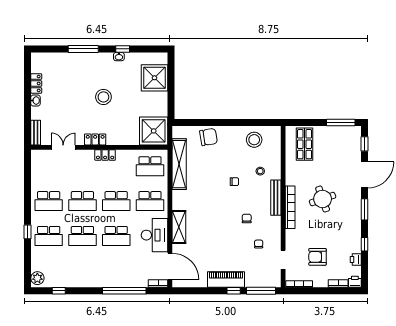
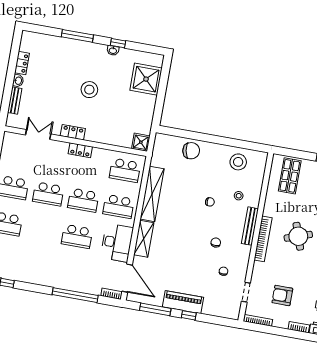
shower: (154, 131) -> (141, 142), width x0.54, depth x0.54
bench: (36, 133) -> (15, 100), moved
shelving: (179, 164) -> (152, 194), moved
school desk: (82, 236) -> (42, 230), removed
window: (261, 291) -> (155, 309), moved

